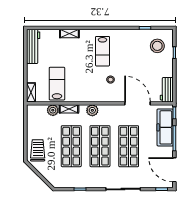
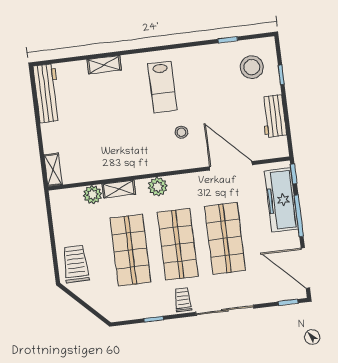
lab bench: (57, 84) -> (94, 150), removed
workbench: (167, 90) -> (274, 116), moved
trolley: (99, 180) -> (183, 300), added

